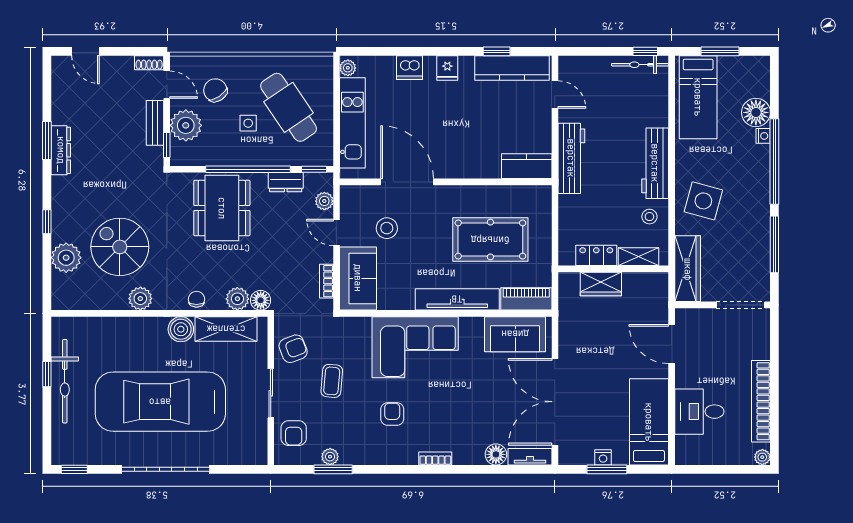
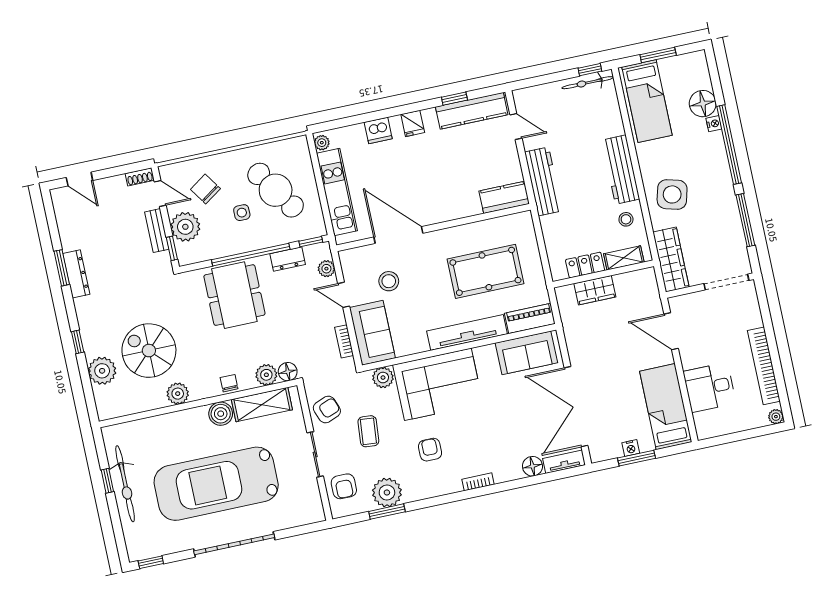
plant: (359, 328) -> (383, 378), added
plant: (330, 457) -> (387, 493), width x1.88, depth x1.88

